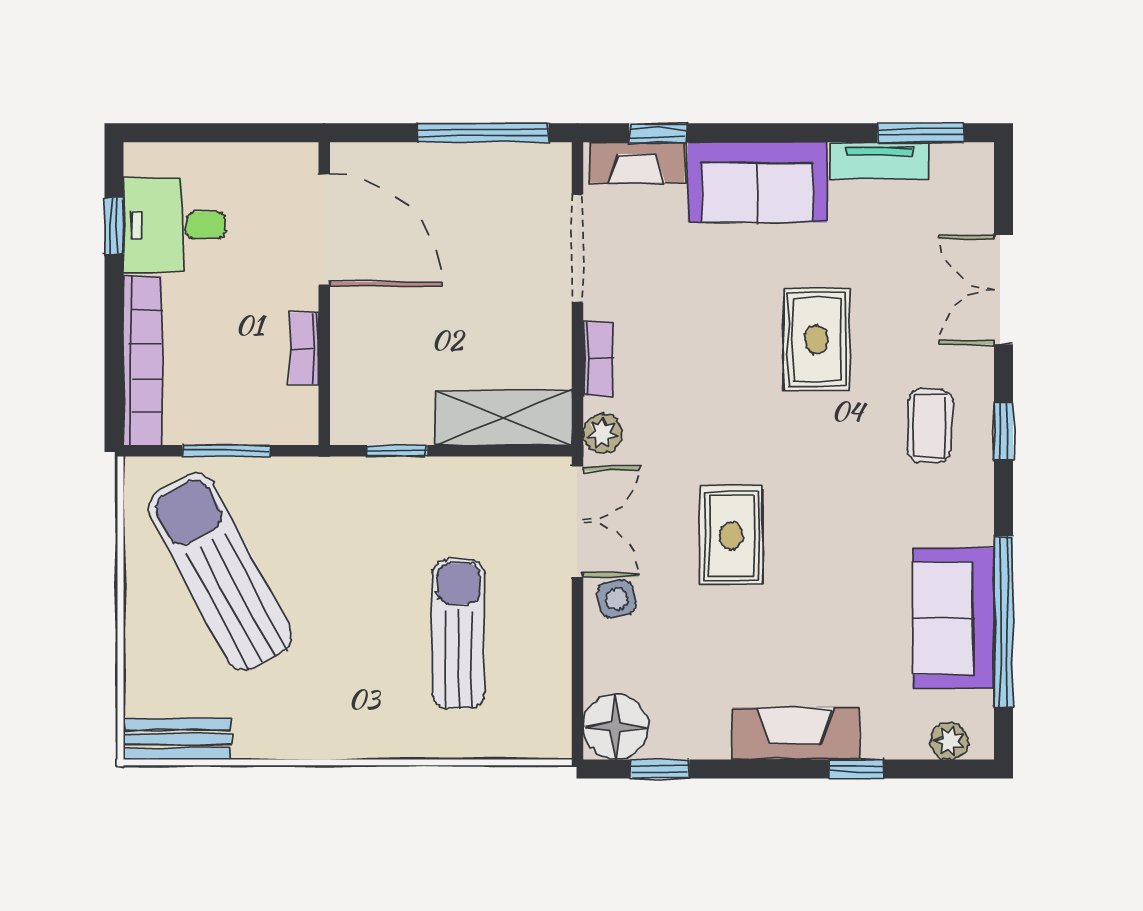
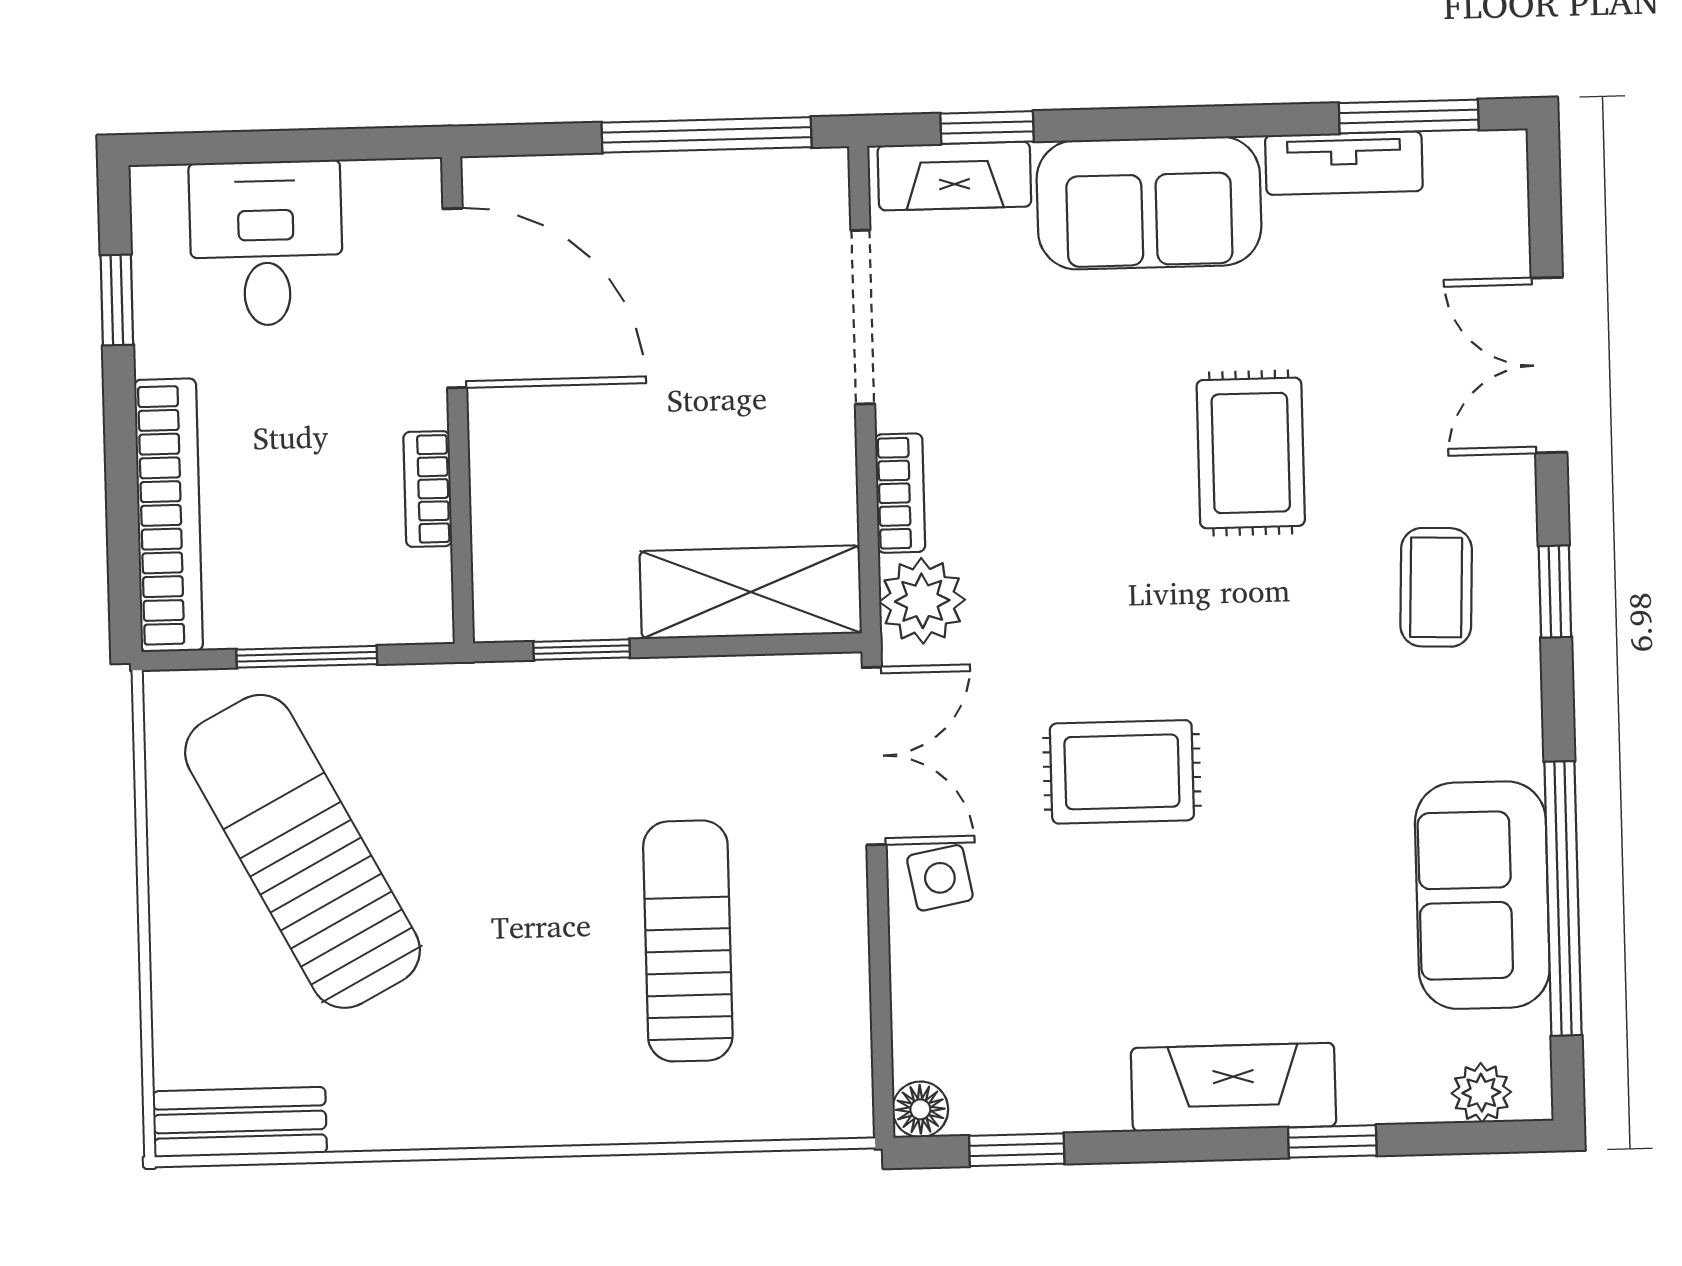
desk: (174, 225) -> (266, 243), moved, turned 90
plant: (603, 433) -> (922, 601), width x1.38, depth x1.38
rug: (731, 536) -> (1122, 772), turned 90
floor lamp: (616, 727) -> (920, 1109), width x0.53, depth x0.53

